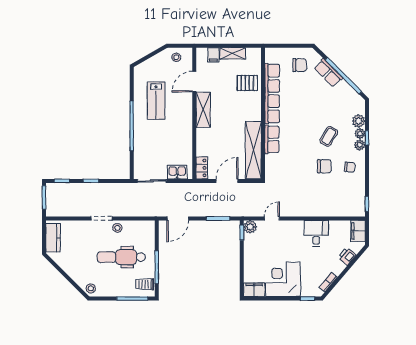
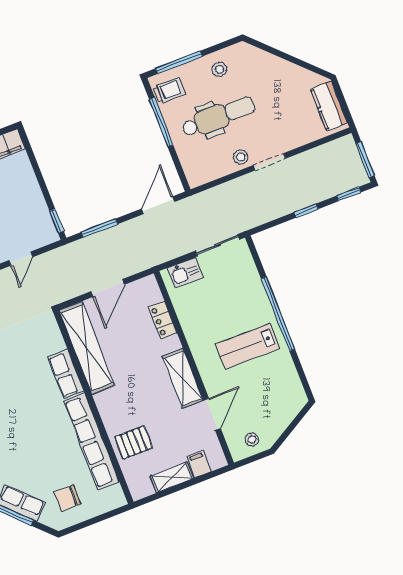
lab bench: (156, 101) -> (248, 346), moved, turned -90
locker: (202, 168) -> (163, 320), moved
plant: (250, 227) -> (48, 234), removed
stool: (91, 288) -> (219, 69), moved

